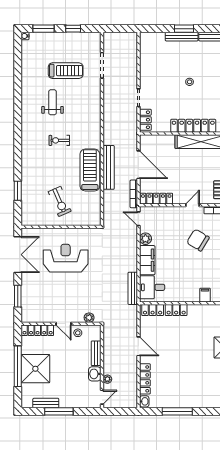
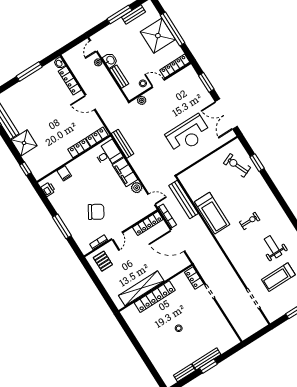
weight bench: (53, 102) -> (273, 247), turned 180
bench: (109, 167) -> (183, 200), moved
exercise bike: (60, 201) -> (237, 165), moved

